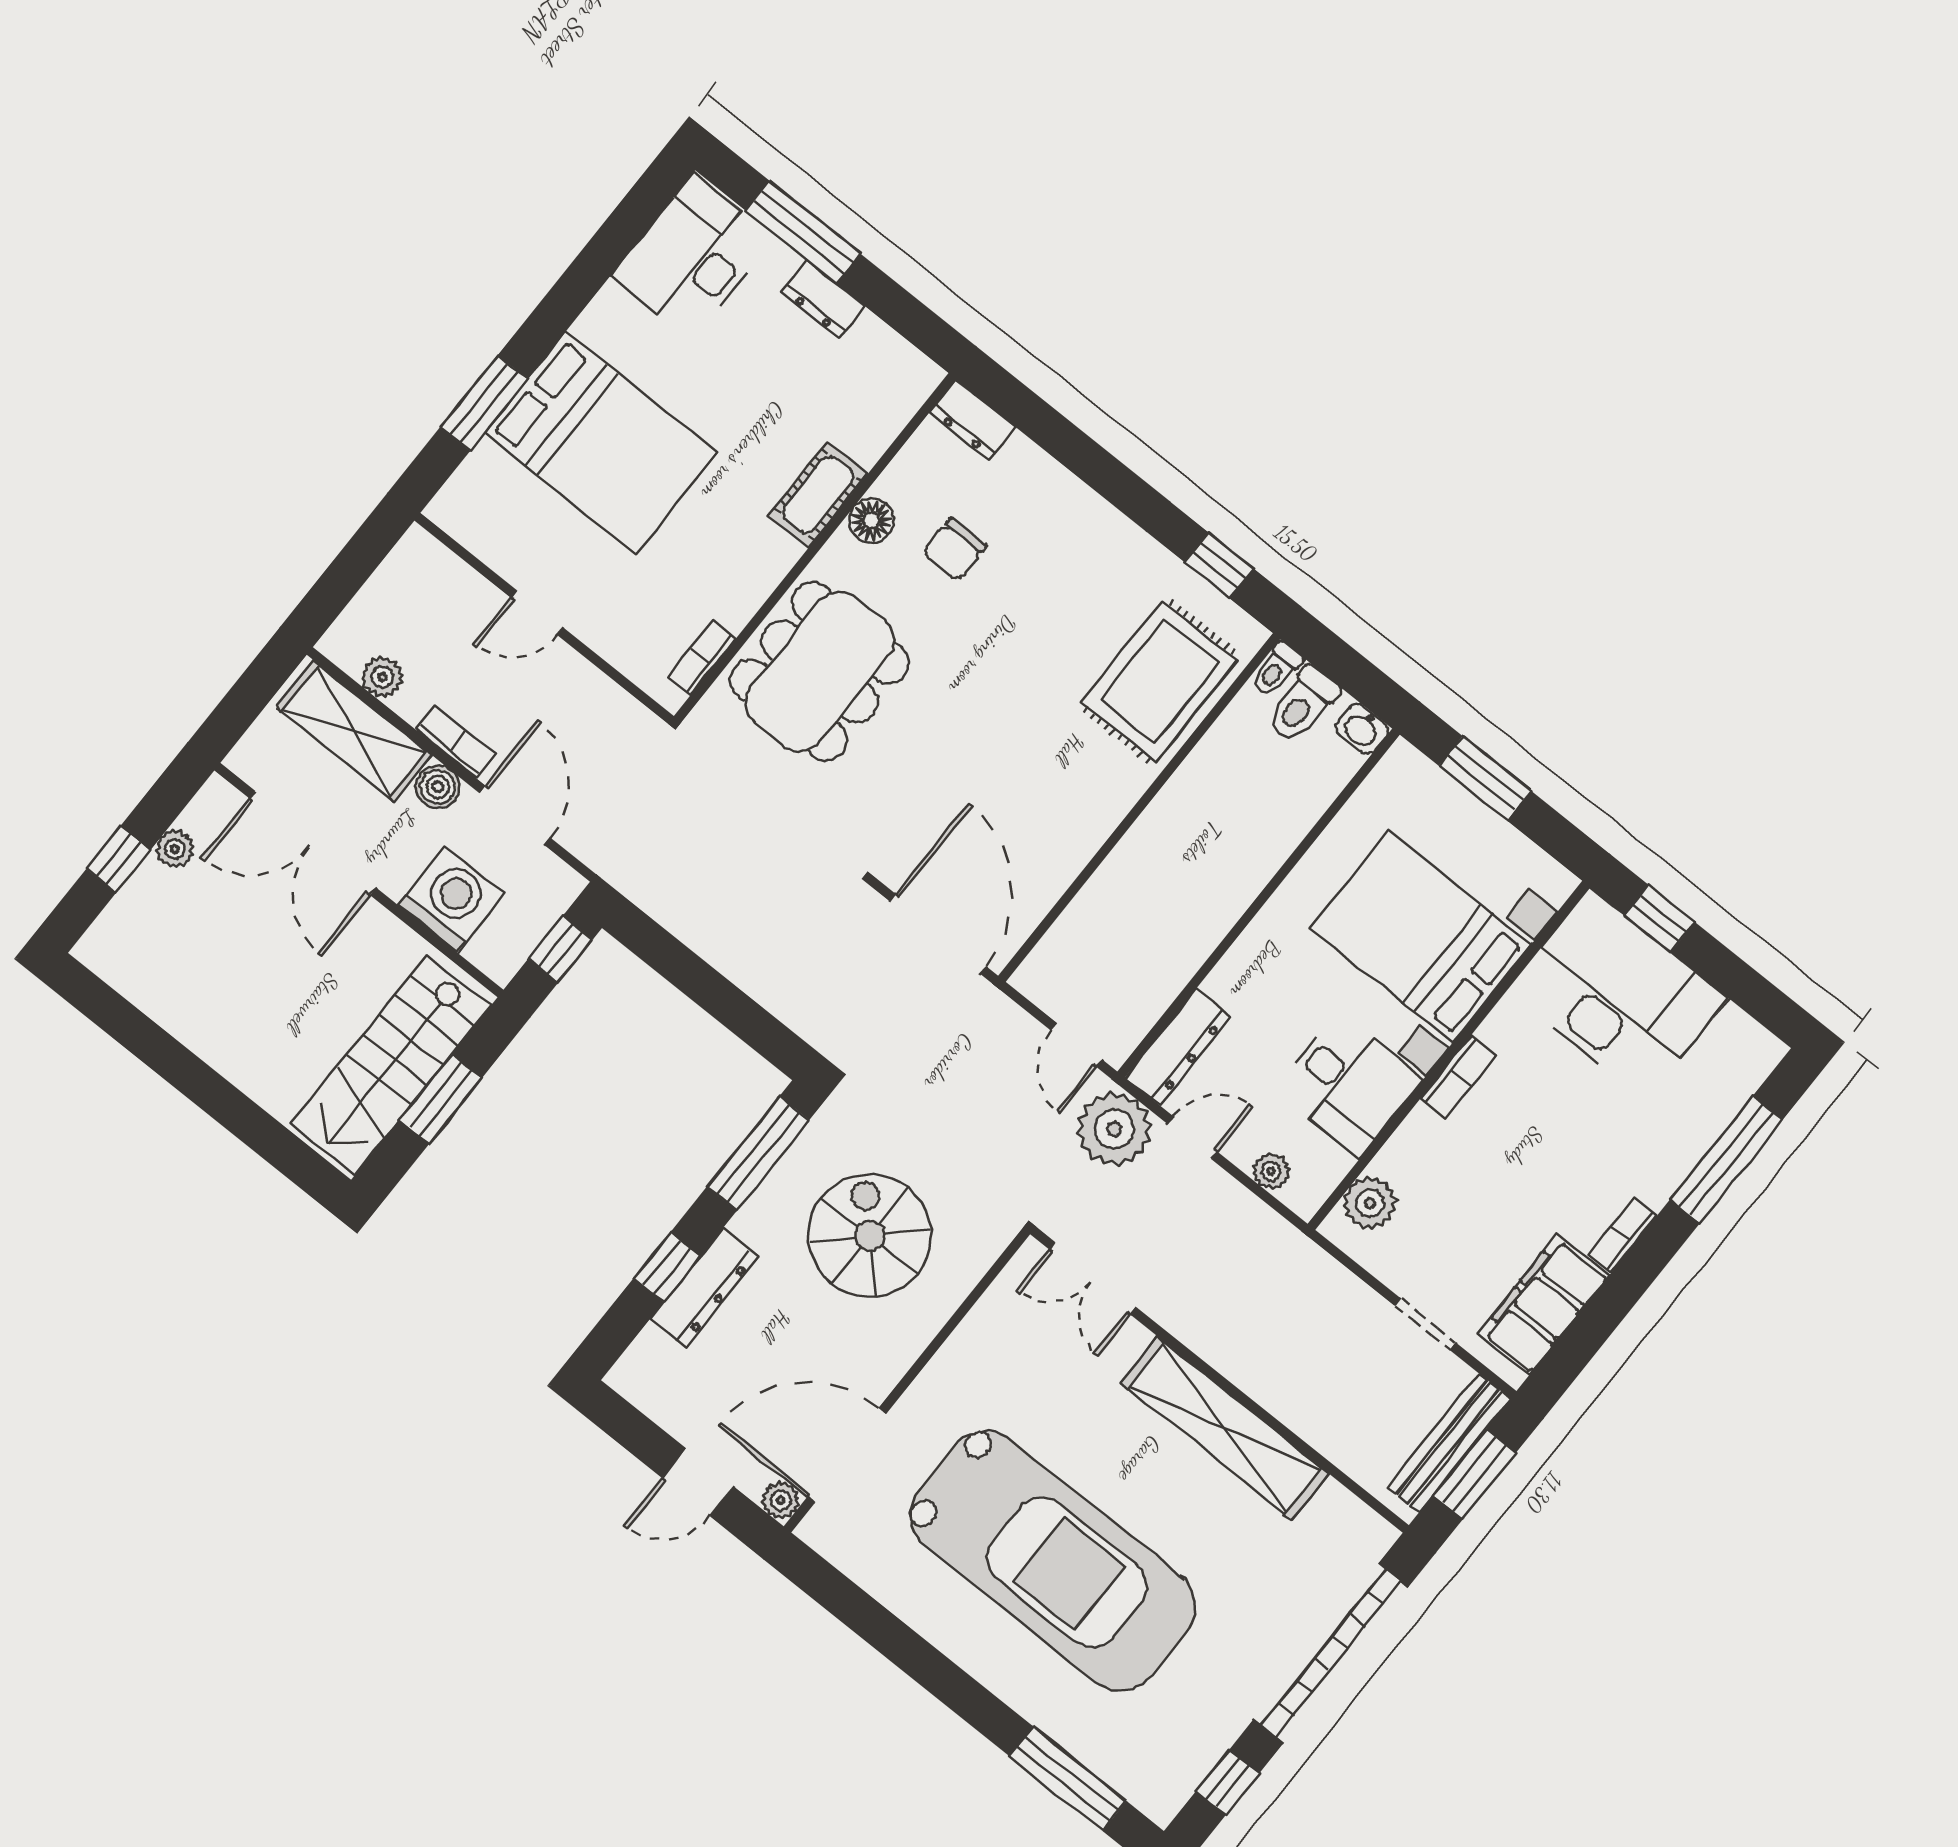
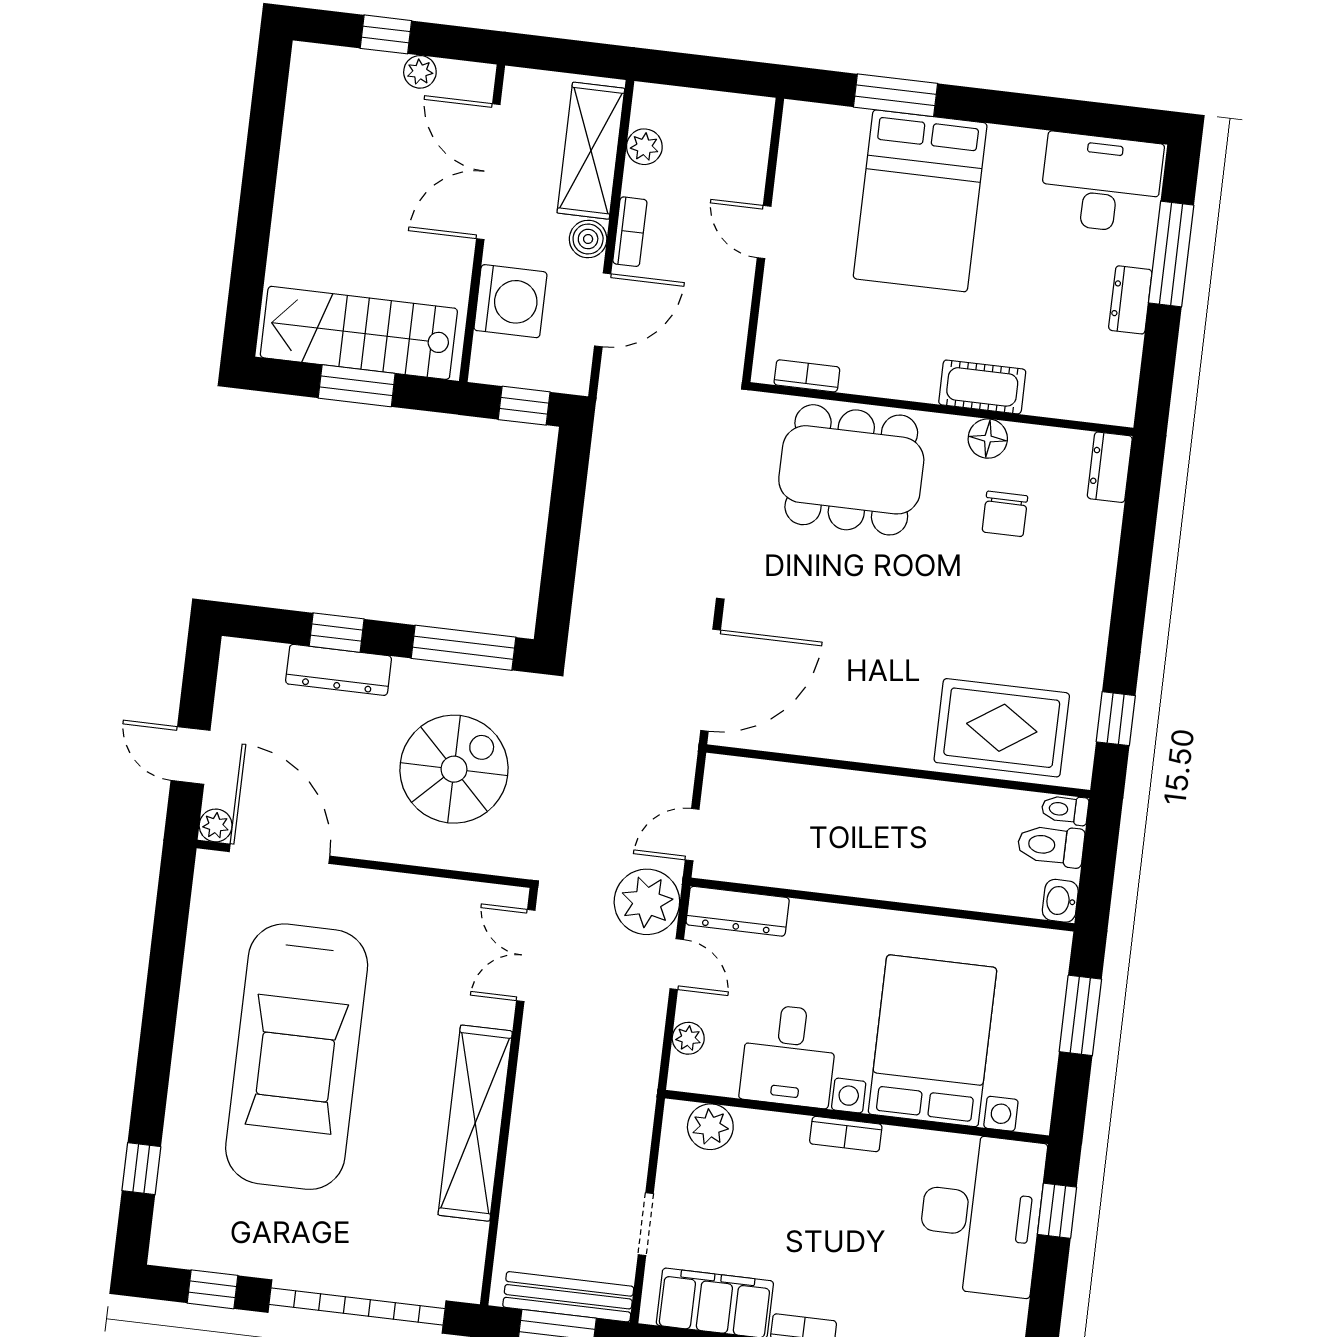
chair: (955, 549) -> (1005, 514), turned -90
window: (1068, 1779) -> (141, 1169), width x0.46

